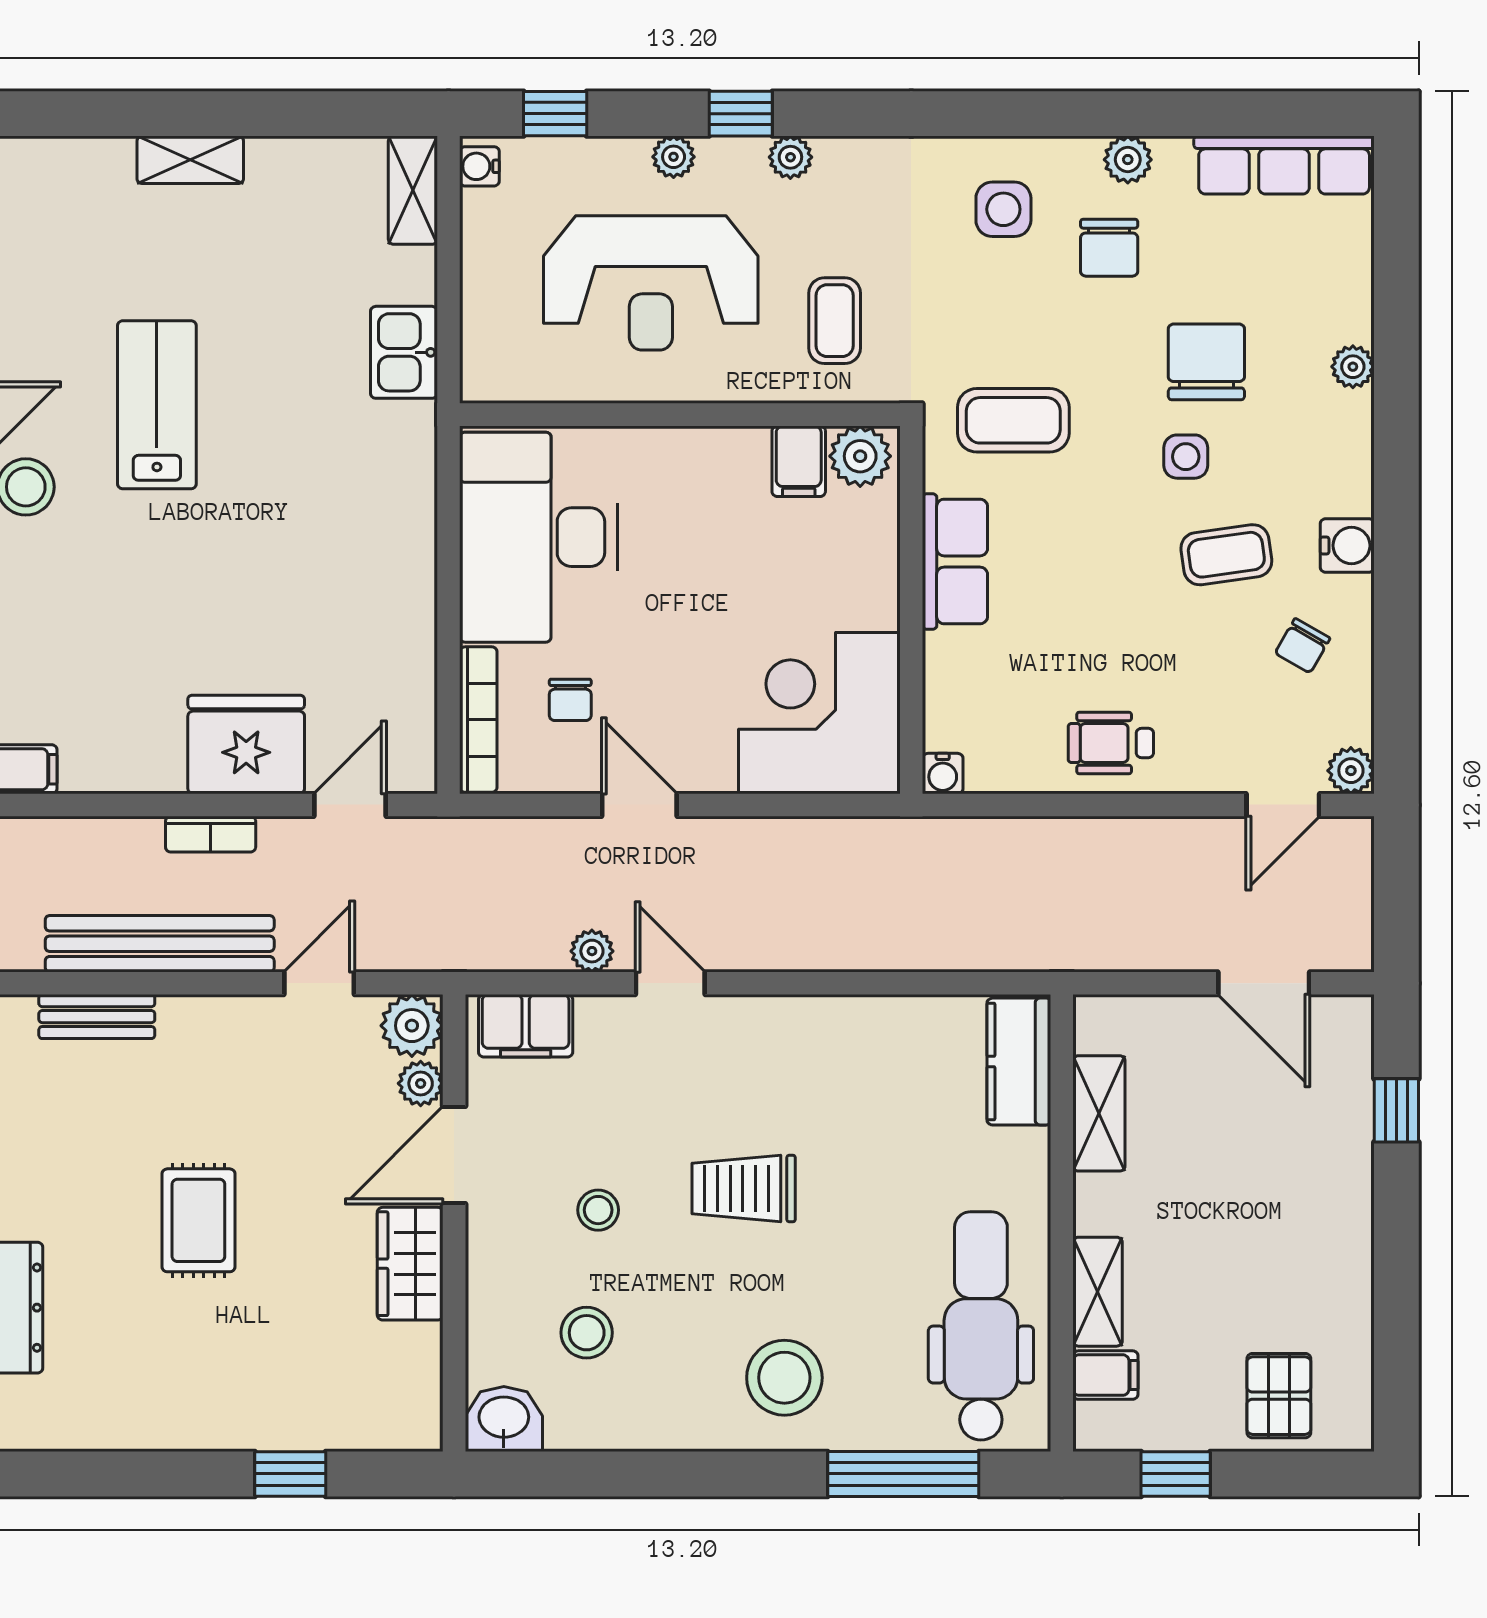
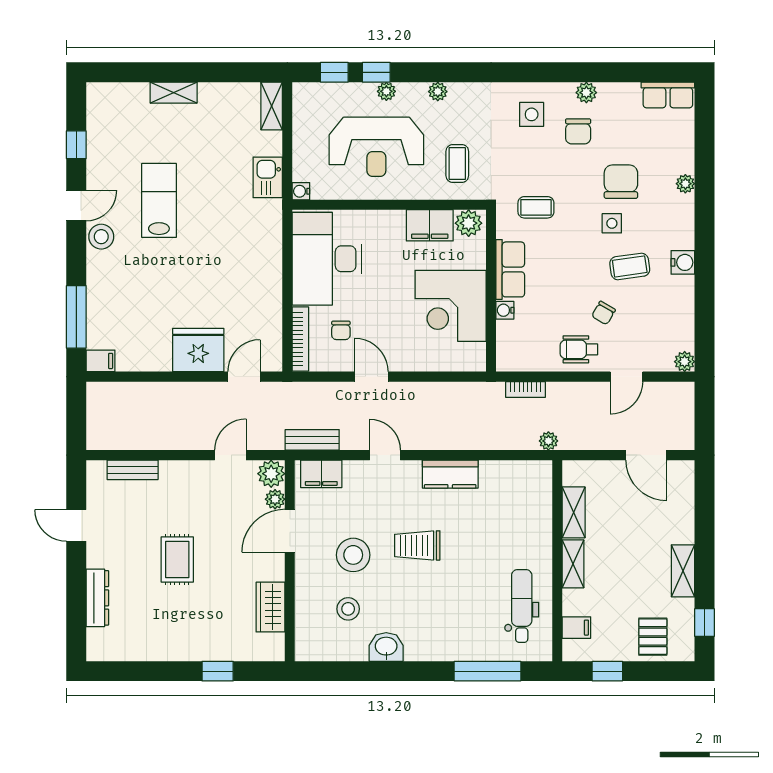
window: (741, 114) -> (376, 72), moved
row of seats: (1284, 165) -> (668, 95), width x0.68
water cooler: (479, 166) -> (301, 191), moved
coffee table: (1013, 420) -> (536, 207), width x0.73, depth x0.77
filing cabinet: (799, 461) -> (430, 225), width x2.00
chair: (1303, 646) -> (604, 313), moved
corner desk: (819, 713) -> (451, 306), moved, turned -90
water cooler: (943, 774) -> (505, 310), moved, turned 90
door: (1283, 805) -> (626, 377), moved
bookcase: (211, 834) -> (525, 389), moved
bench: (160, 944) -> (312, 440), moved, width x0.54, depth x0.82
plant: (592, 951) -> (548, 441), moved
kitchen counter: (1019, 1062) -> (450, 474), moved, turned -90
window: (1396, 1110) -> (705, 623), moved
stool: (598, 1210) -> (353, 555), width x1.89, depth x1.89
shelving: (1347, 1246) -> (683, 571), added
wardrobe: (410, 1264) -> (270, 607), moved
shelving: (1098, 1292) -> (573, 564), moved
dental chair: (981, 1326) -> (522, 606), width x0.73, depth x0.72
stool: (784, 1378) -> (435, 629), removed
washbasin: (504, 1419) -> (386, 647), moved

